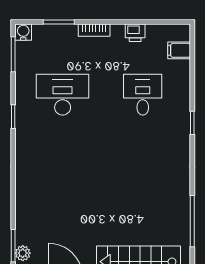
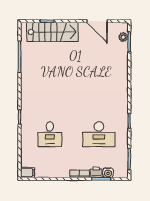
water cooler: (23, 32) -> (108, 173), moved
printer: (135, 33) -> (96, 172), moved
filing cabinet: (179, 50) -> (28, 172), moved

